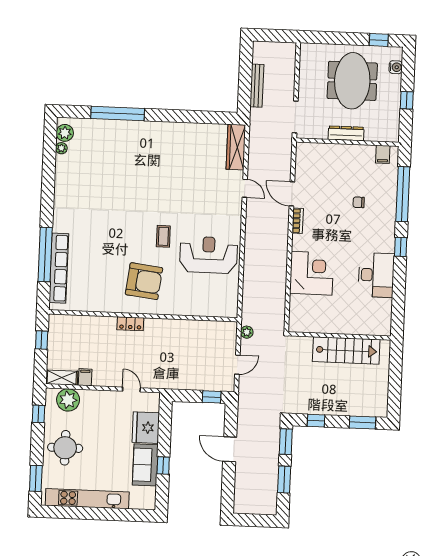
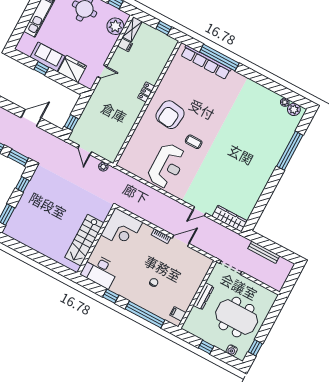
wall: (339, 336) -> (96, 240), moved
stairs: (346, 351) -> (84, 240), moved

